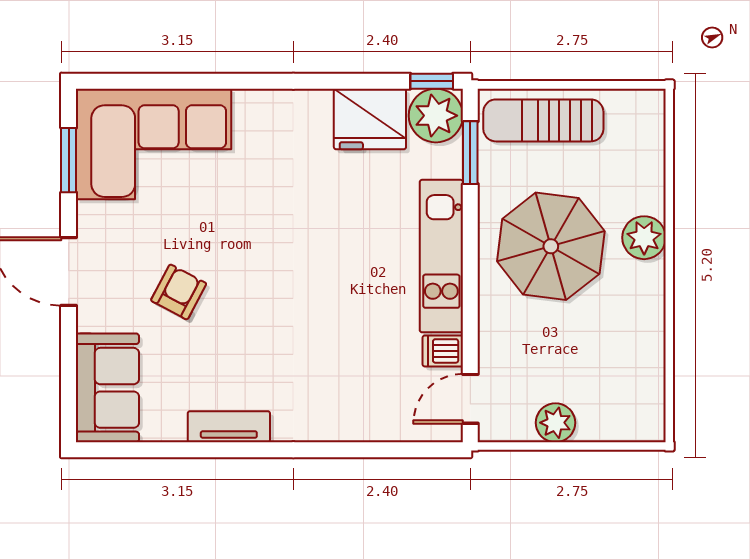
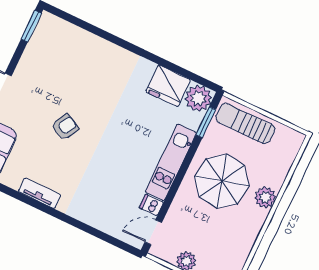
window: (432, 81) -> (204, 82), removed
corner sofa: (154, 144) -> (66, 51), removed
window: (69, 160) -> (31, 26), moved
armchair: (179, 292) -> (65, 127), moved

